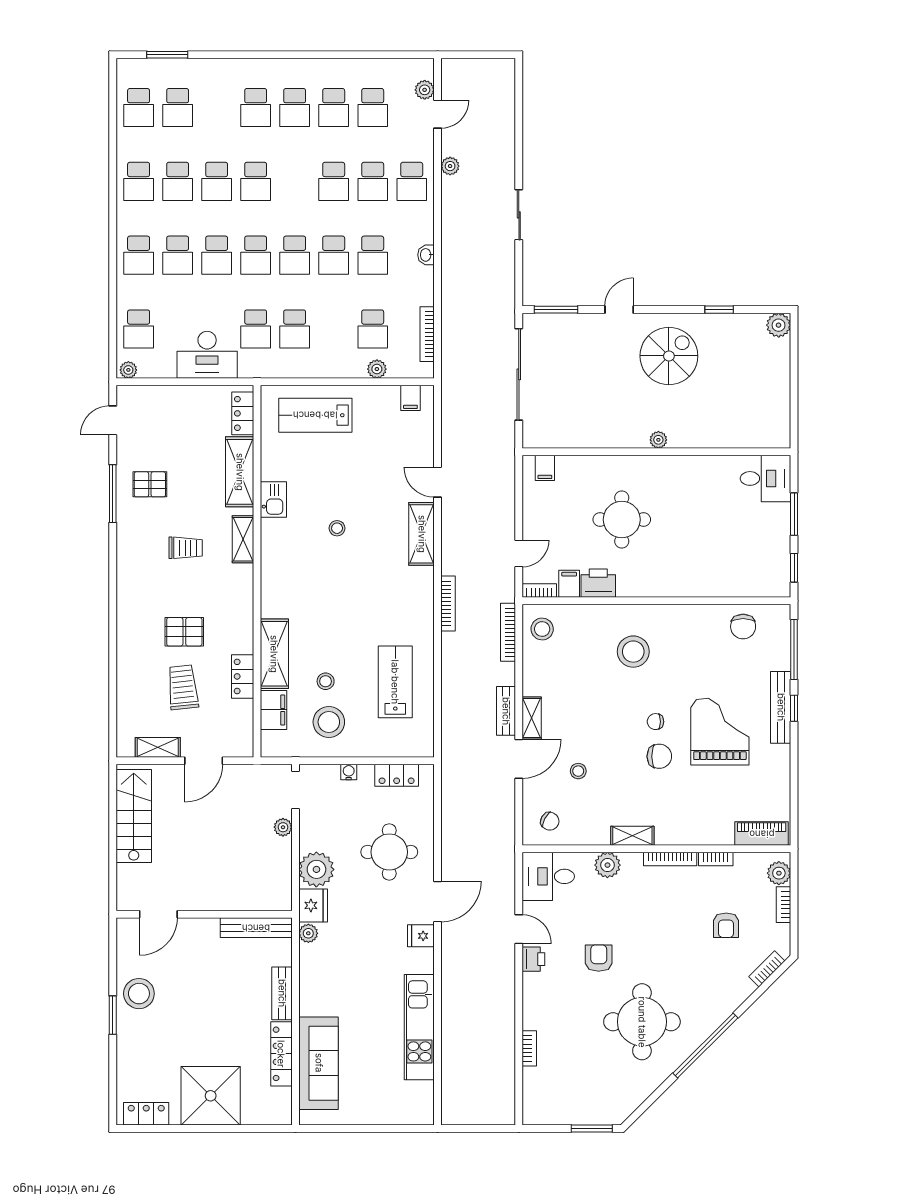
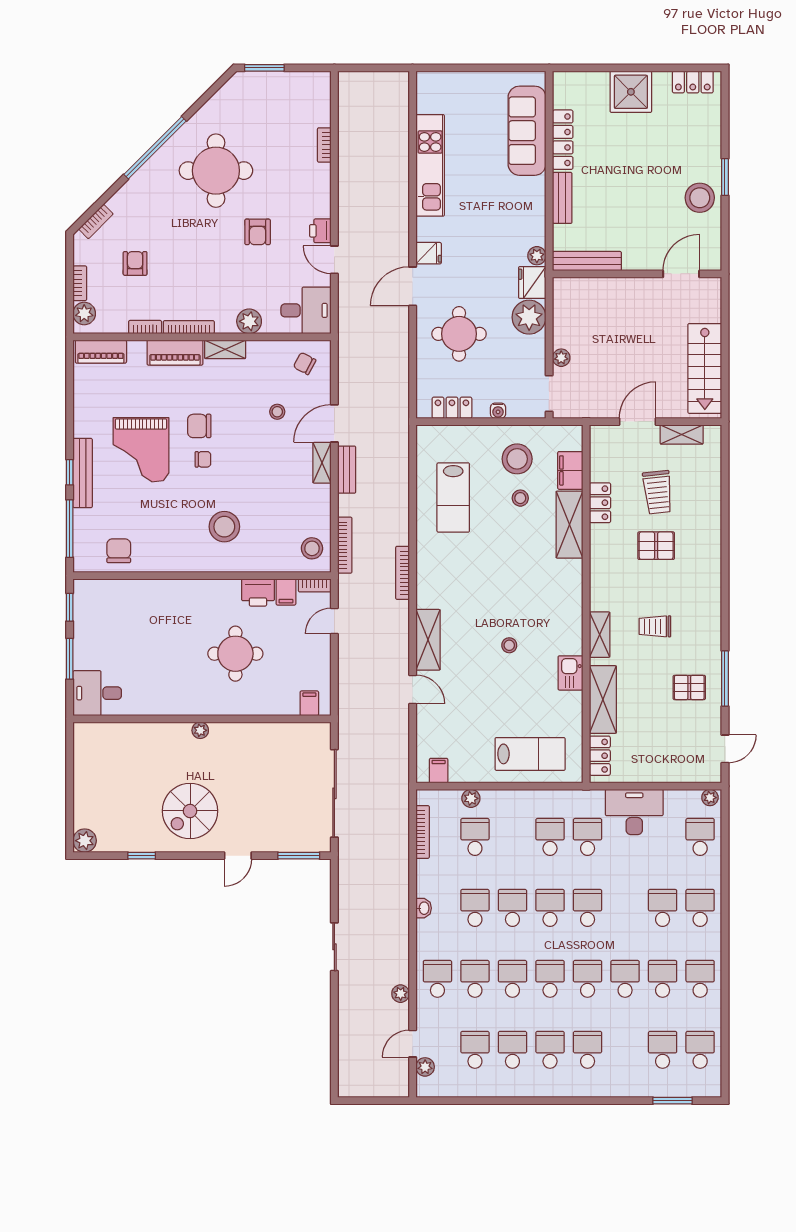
school desk: (217, 255) -> (550, 979), moved
piano: (685, 832) -> (175, 353), added
shower: (211, 1096) -> (631, 92), width x0.73, depth x0.73

